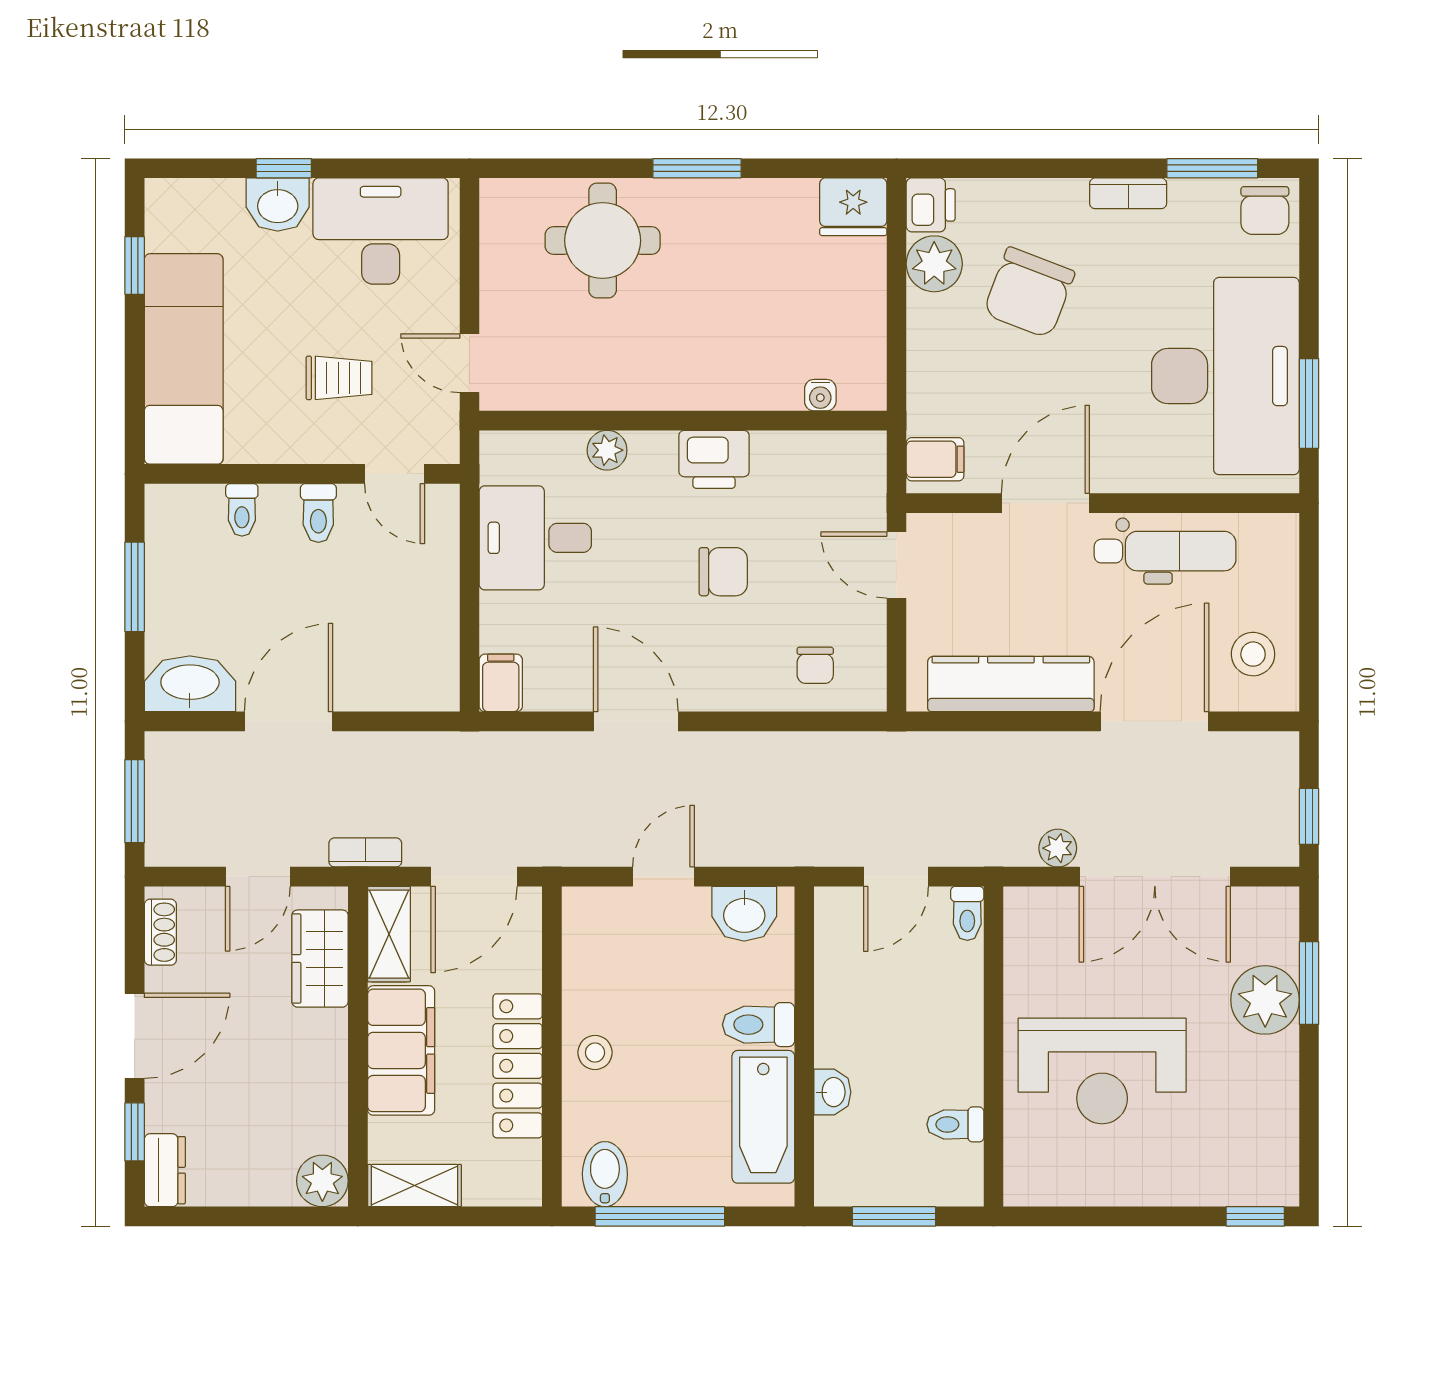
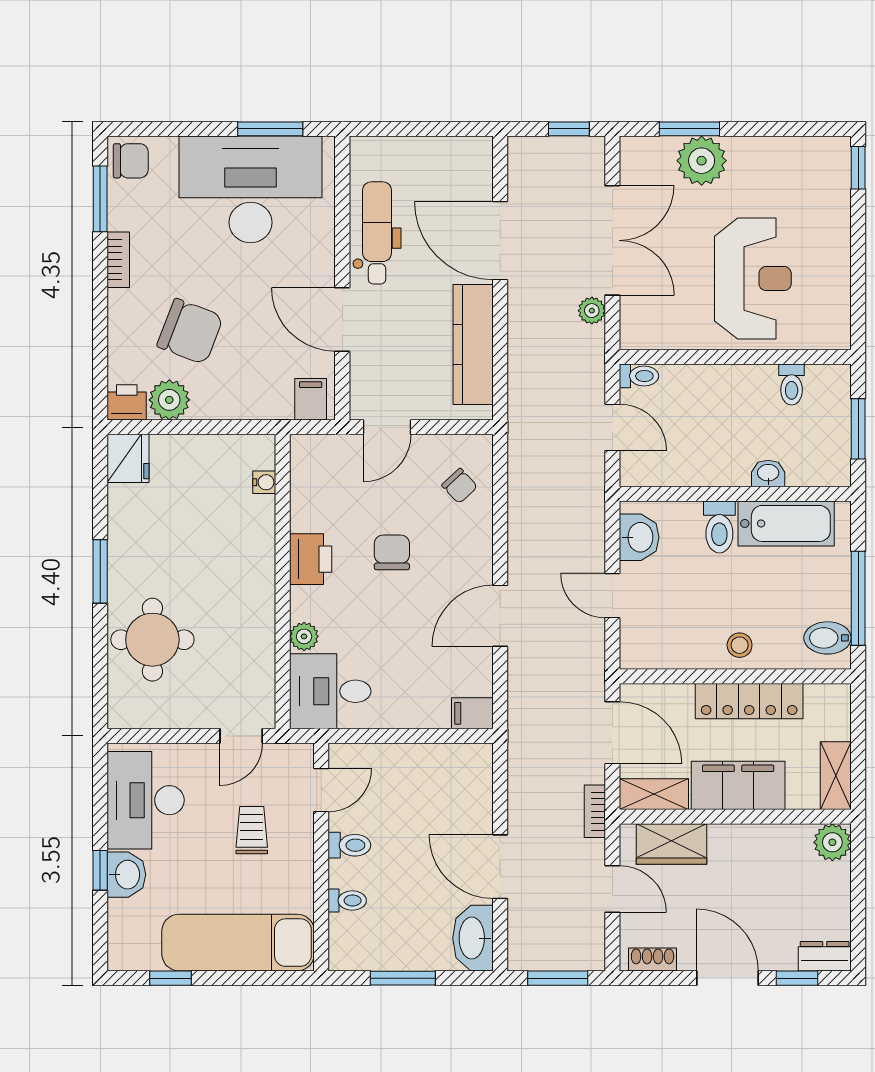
desk: (535, 538) -> (330, 691), moved, turned 90
stool: (1253, 654) -> (451, 169), removed
chair: (815, 665) -> (460, 486), turned 47

